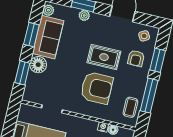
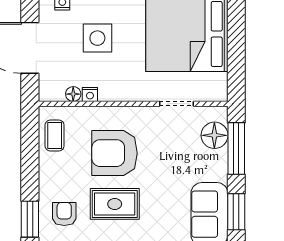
floor lamp: (38, 65) -> (214, 135), moved
window: (22, 73) -> (236, 149), width x1.44
window: (149, 96) -> (30, 161), removed

